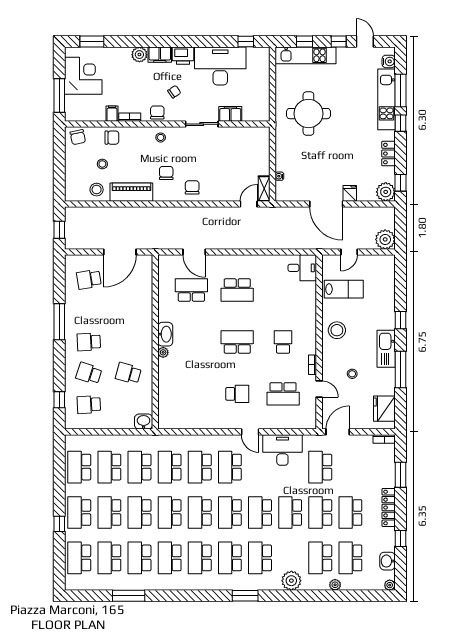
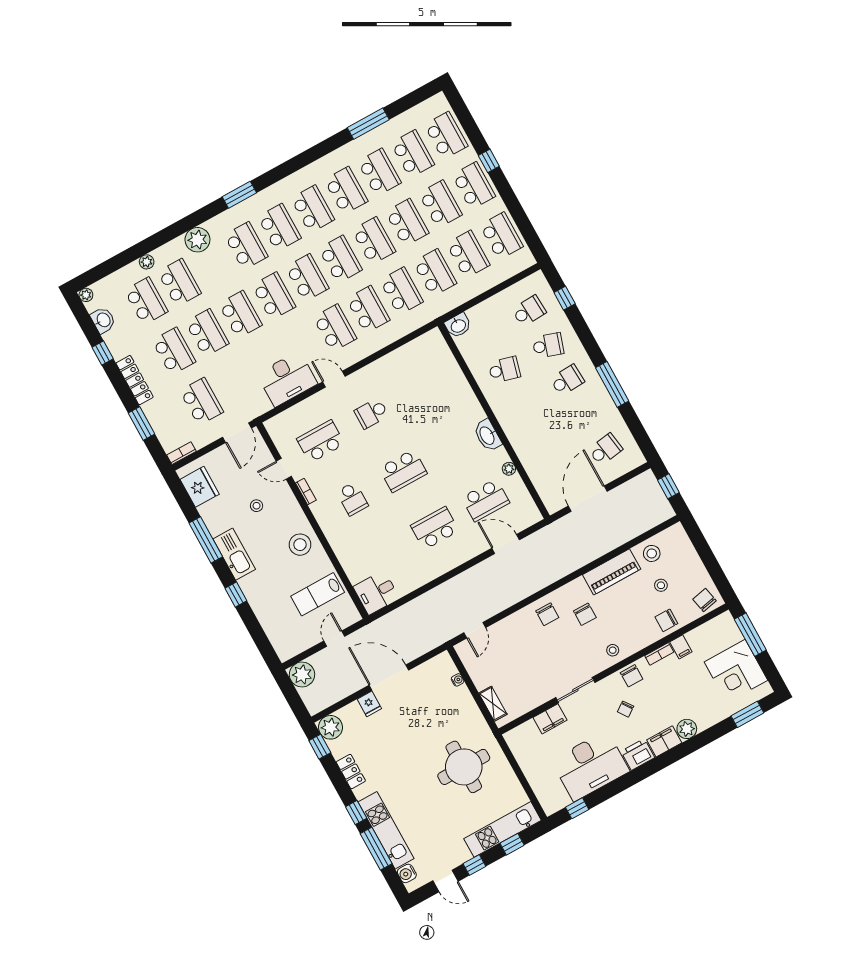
shelving: (264, 189) -> (493, 704), moved
plant: (163, 352) -> (509, 469), moved
school desk: (320, 467) -> (201, 401), moved

